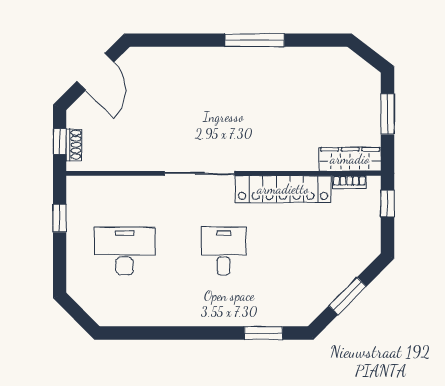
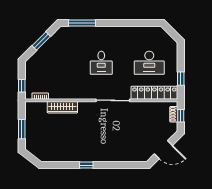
window: (255, 40) -> (86, 165), width x0.46
door: (95, 72) -> (163, 150), swing flipped
wardrobe: (350, 159) -> (62, 107), moved
locker: (283, 189) -> (154, 93), moved
window: (263, 333) -> (82, 23), width x1.44

